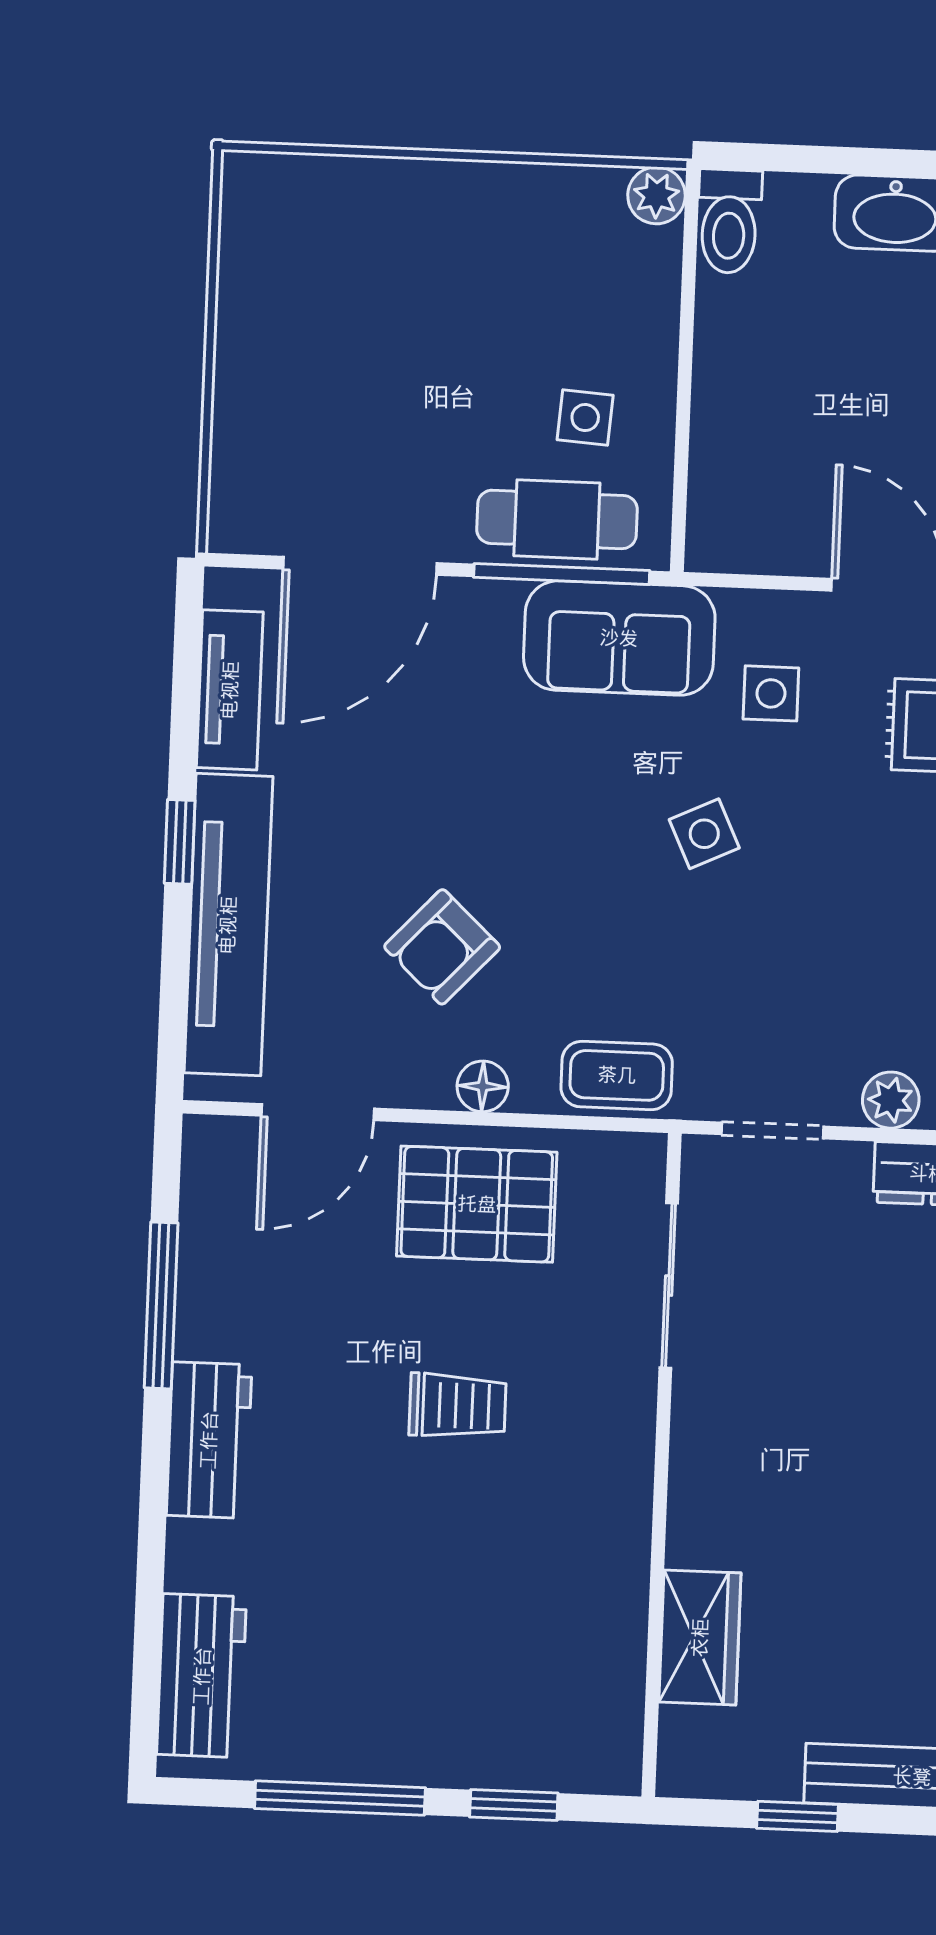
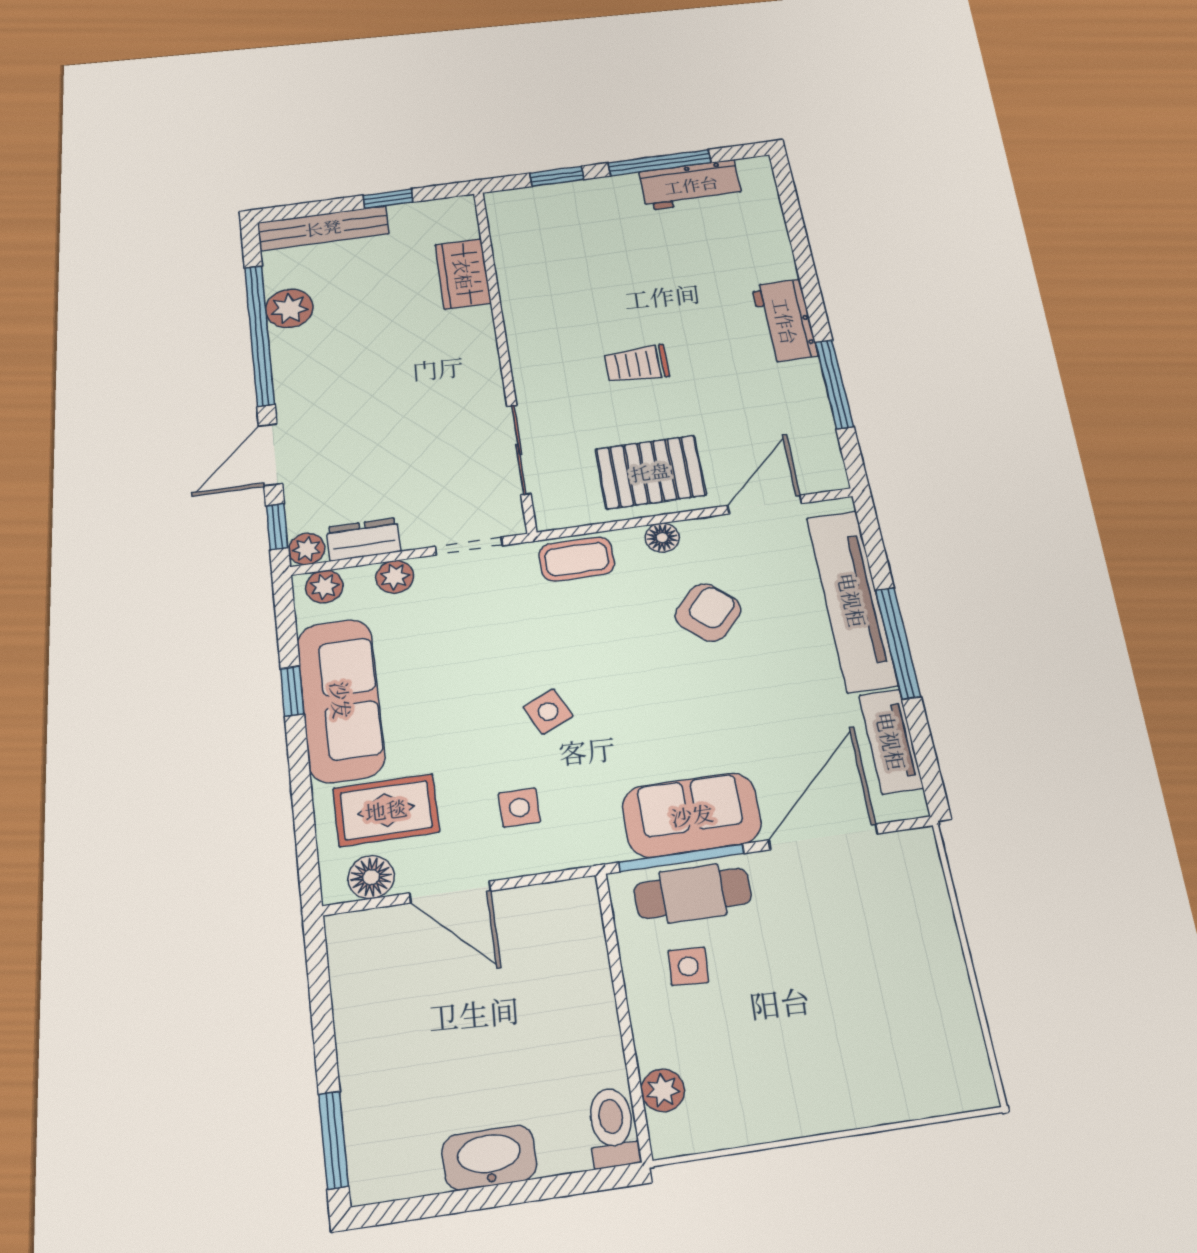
plant: (656, 195) -> (663, 1090), moved
sofa: (619, 638) -> (692, 815), moved
window: (180, 842) -> (898, 643), width x2.17
workbench: (202, 1676) -> (691, 185), moved, turned -90

